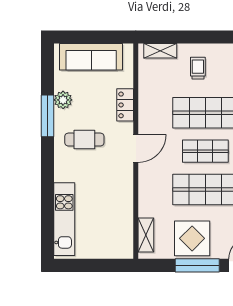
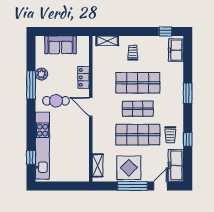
sofa: (91, 57) -> (61, 45), width x0.73
door: (136, 148) -> (91, 107), swing flipped
kitchen unit: (64, 219) -> (42, 146), width x1.36
window: (48, 223) -> (31, 157), added

